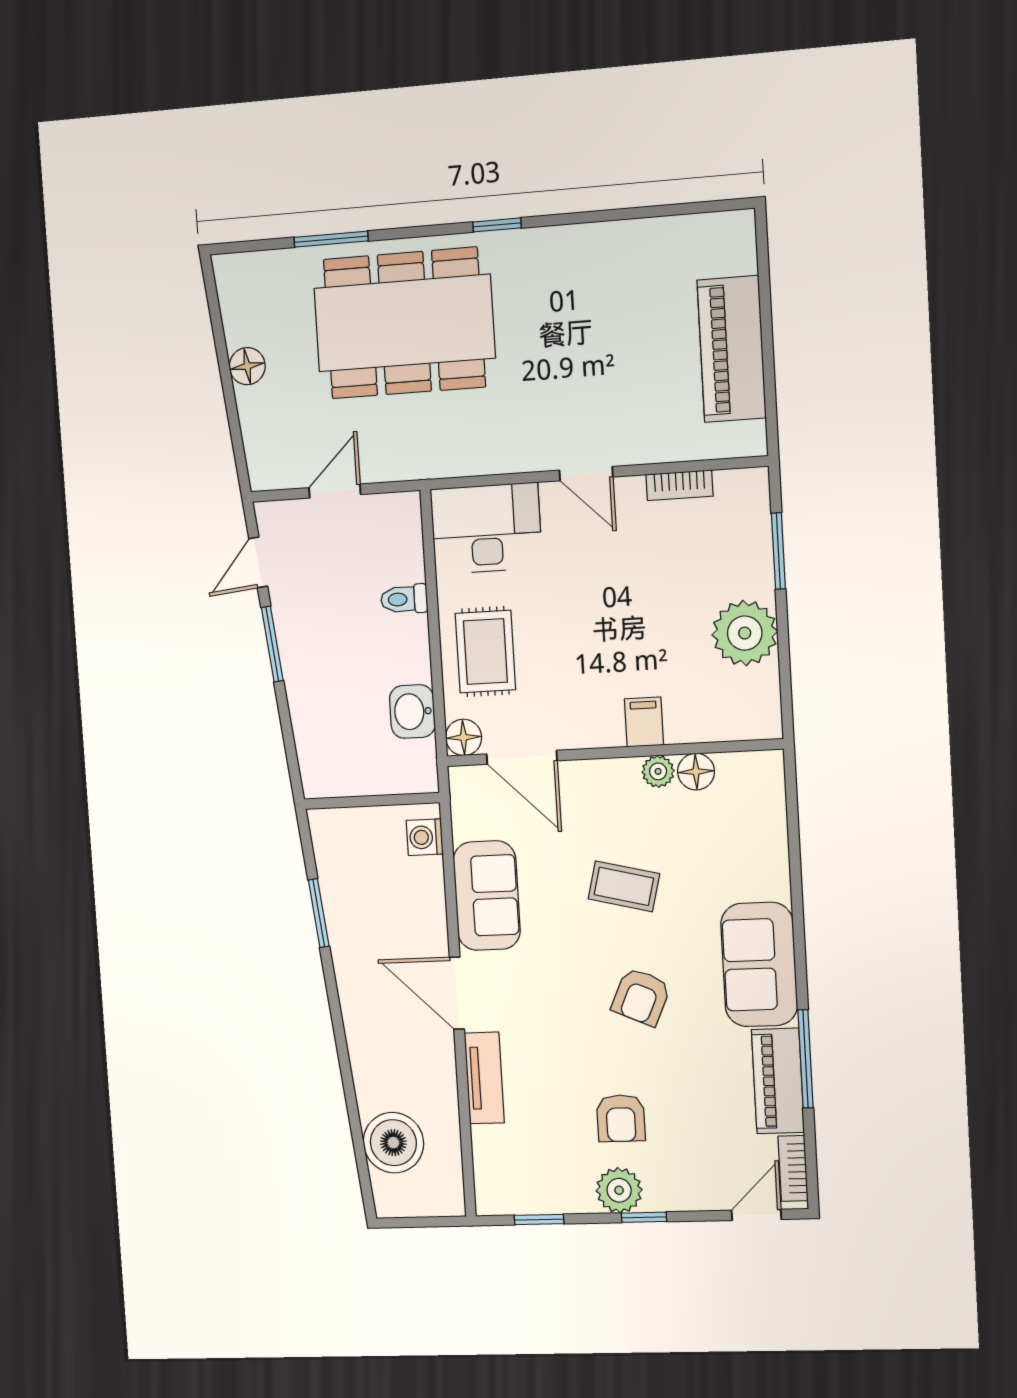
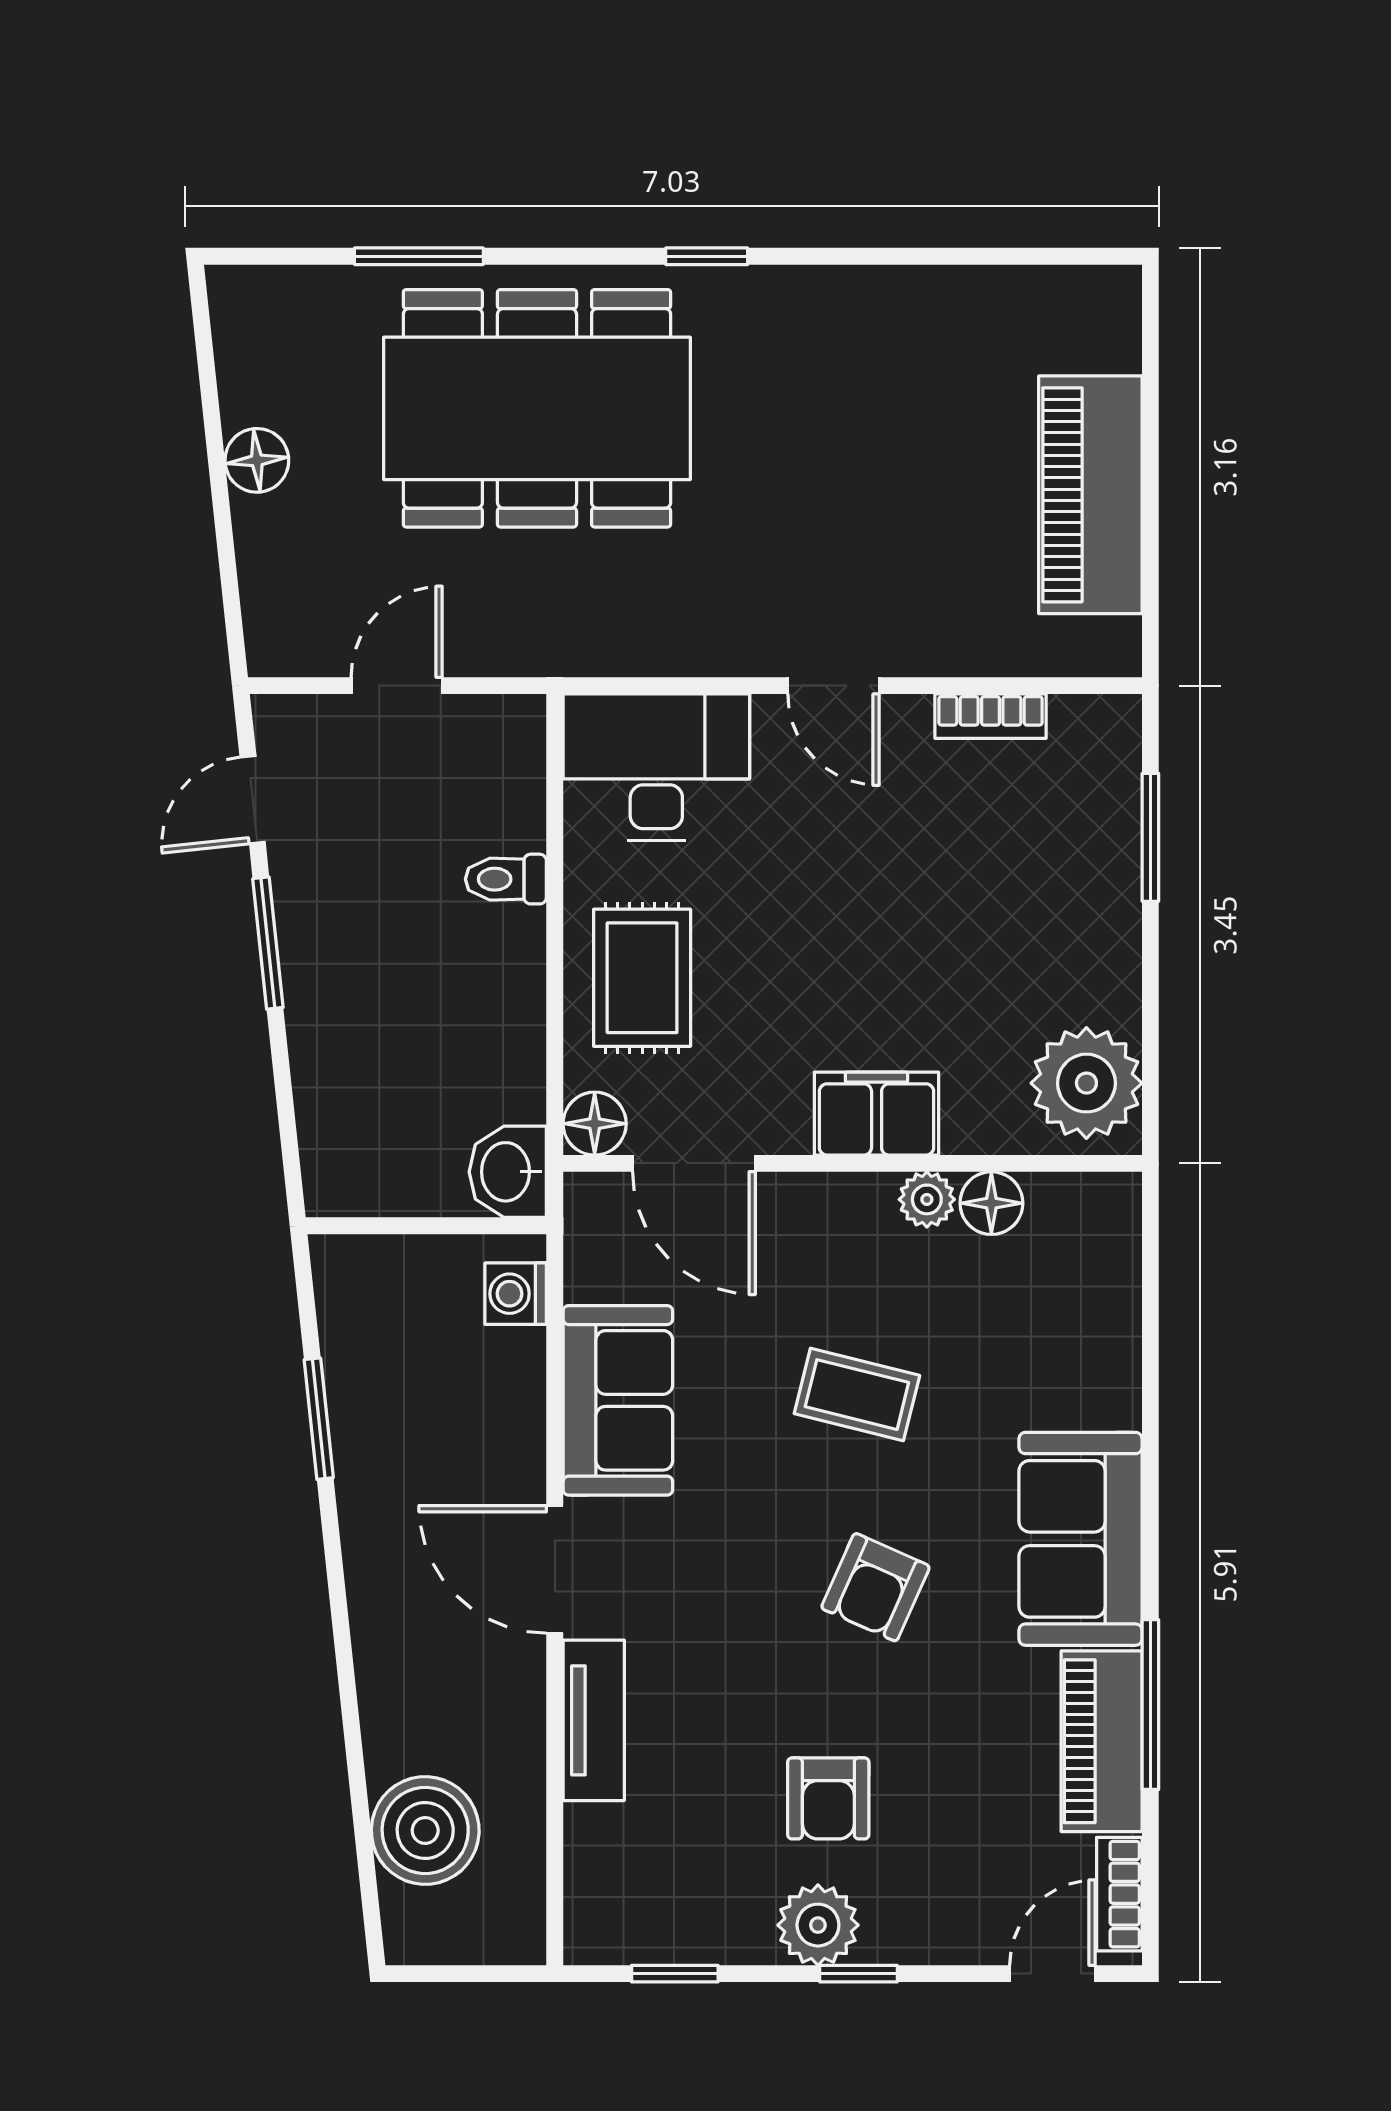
plant: (745, 633) -> (1086, 1083), moved
washbasin: (412, 711) -> (508, 1172), moved
filing cabinet: (644, 722) -> (877, 1114), width x2.00

